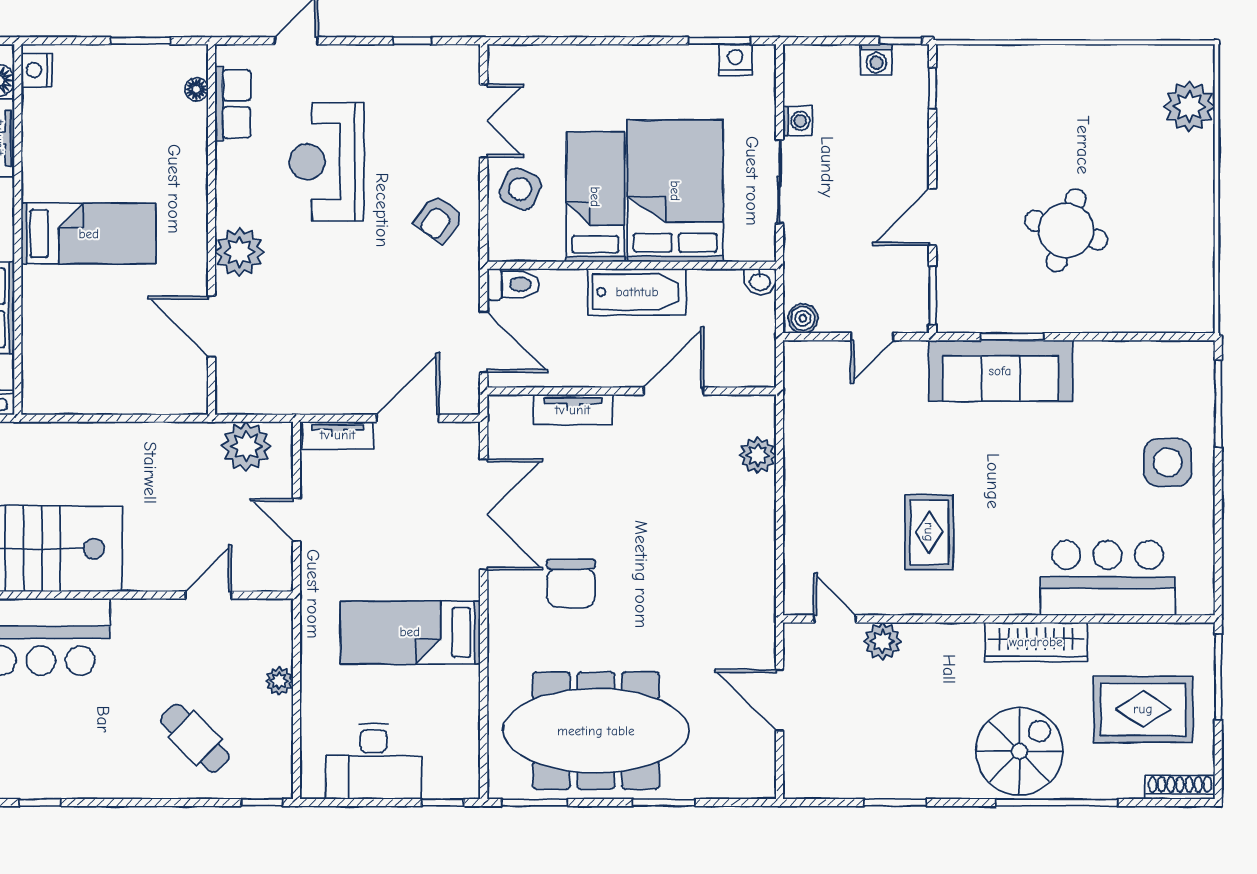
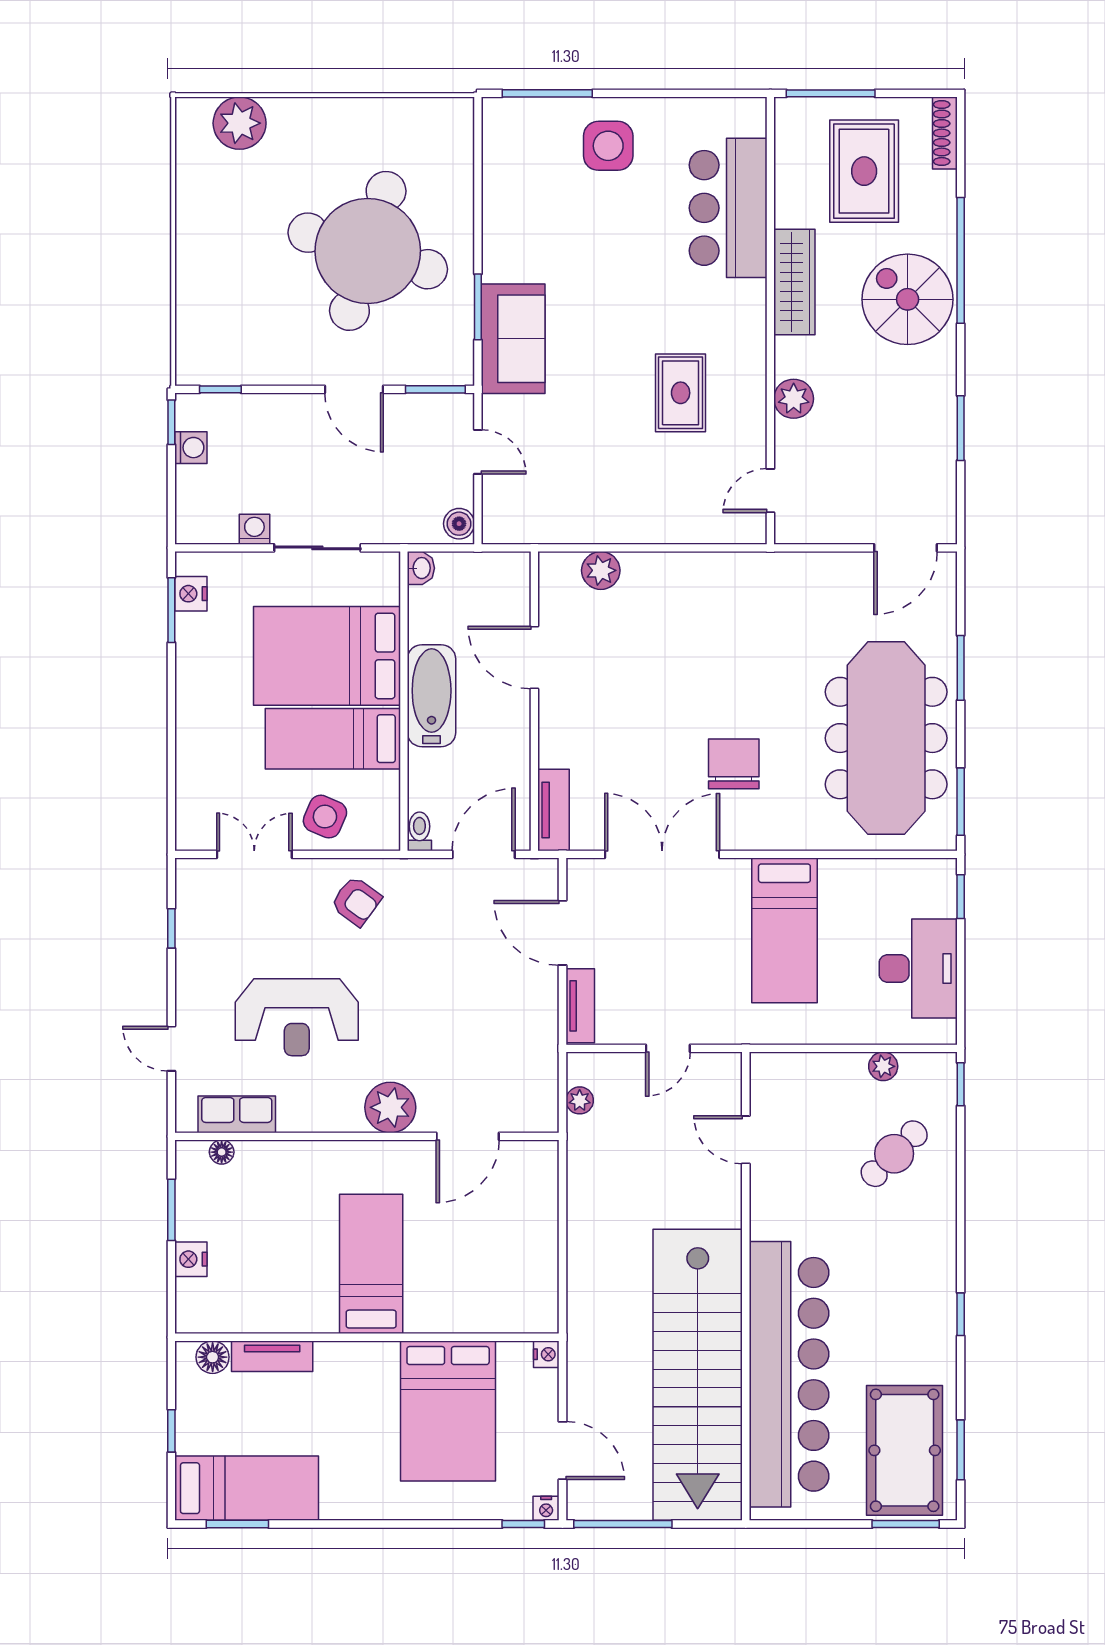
nightstand: (37, 70) -> (191, 1259), moved, turned 90
round table: (1066, 230) -> (368, 251), width x1.86, depth x1.86
toilet: (513, 284) -> (419, 831), width x0.73, depth x0.72
sofa: (1000, 371) -> (513, 339), width x0.73
tv unit: (573, 410) -> (553, 810), moved
plant: (246, 446) -> (580, 1100), width x0.53, depth x0.53
rug: (929, 532) -> (681, 393), turned 90
chair: (571, 583) -> (734, 764), turned -90
plant: (882, 641) -> (794, 399), moved
plant: (279, 681) -> (883, 1066), moved
door: (780, 700) -> (906, 548), moved

